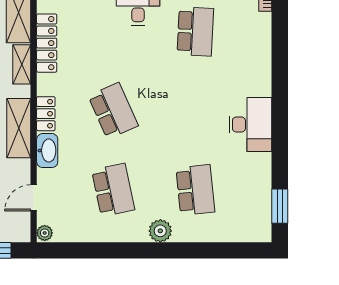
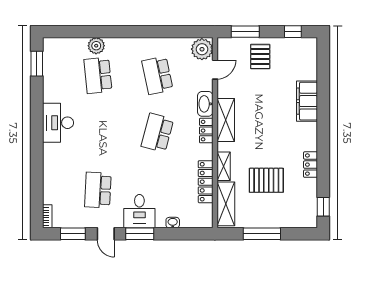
school desk: (113, 111) -> (157, 133), turned 39
plant: (160, 231) -> (96, 46), moved
plant: (45, 233) -> (202, 49), width x1.88, depth x1.88

